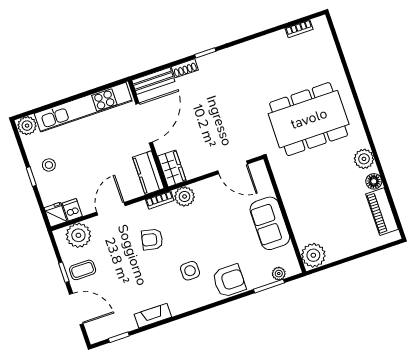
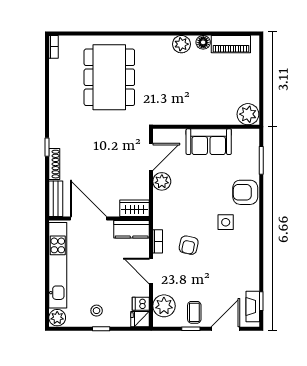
bookcase: (299, 29) -> (54, 47), moved
shoe rack: (185, 68) -> (54, 164), width x1.43
dining table: (309, 119) -> (109, 77), moved
plant: (185, 196) -> (162, 181), moved
bookcase: (160, 200) -> (158, 241), moved
plant: (279, 274) -> (253, 149), removed
armchair: (229, 281) -> (245, 192), turned -90
fireplace: (153, 316) -> (253, 306), moved

